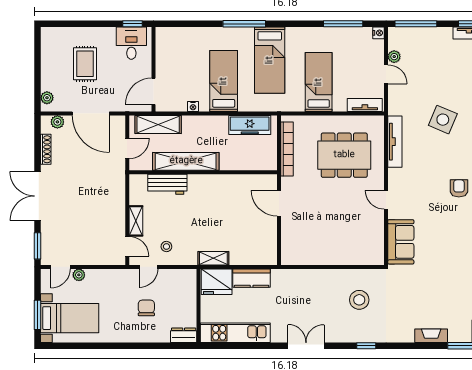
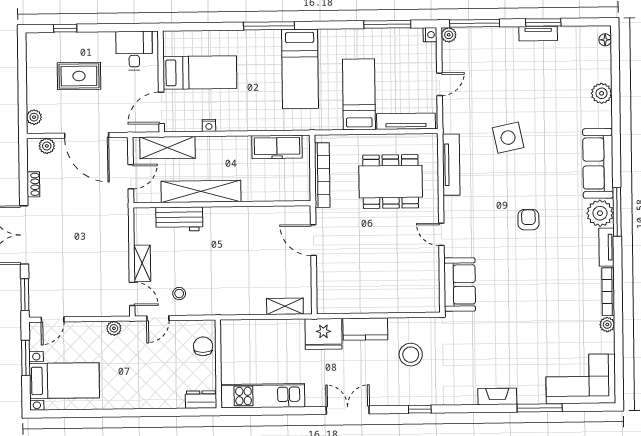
window: (133, 24) -> (65, 28), moved
plant: (394, 57) -> (449, 35), moved
rug: (85, 64) -> (79, 76), turned 90
door: (386, 74) -> (440, 84), hinge flipped
bed: (224, 81) -> (200, 73), moved, turned 90
tv unit: (365, 105) -> (406, 121), width x1.41
side table: (443, 120) -> (508, 138), turned -35
shoe rack: (46, 149) -> (33, 184), width x0.70
shelving: (213, 258) -> (285, 306), moved
plant: (79, 275) -> (114, 328), moved
kitchen counter: (252, 278) -> (365, 329), moved
fridge: (217, 282) -> (323, 334), moved
chair: (146, 308) -> (203, 346), moved
window: (38, 315) -> (26, 358), moved

